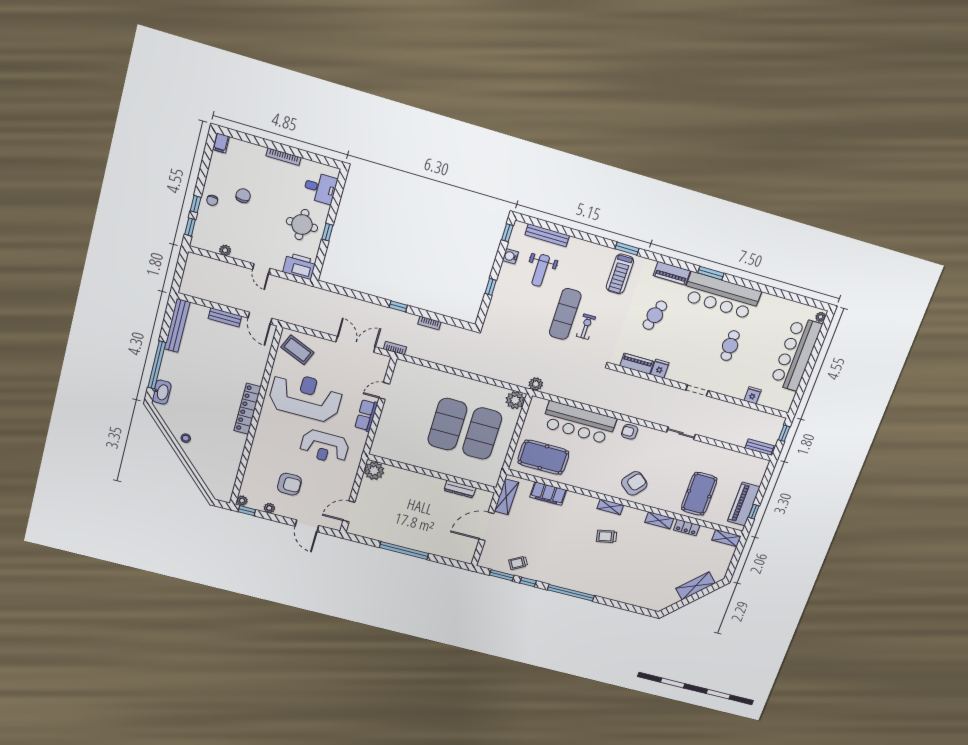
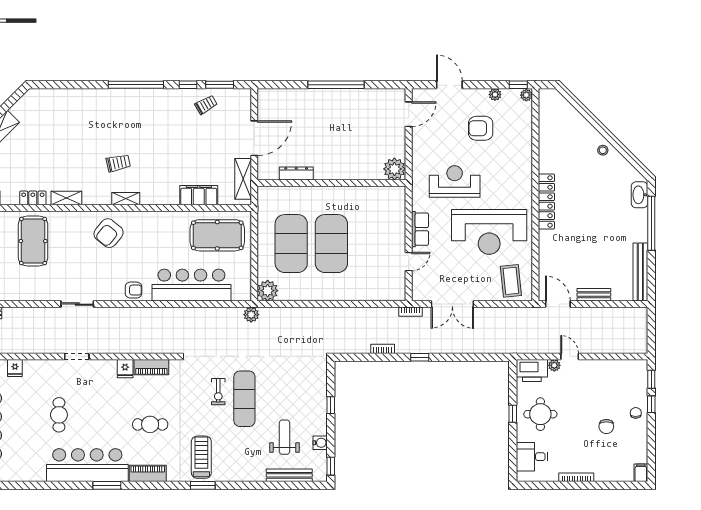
plant: (225, 250) -> (554, 365), moved
cafe table: (655, 315) -> (150, 424), turned 74
coffee table: (297, 350) -> (511, 281), turned 61

